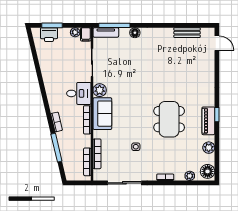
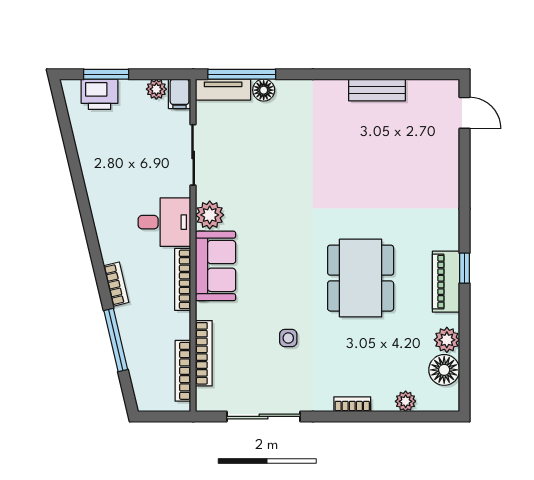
floor lamp: (135, 33) -> (264, 90), moved
bench: (187, 33) -> (377, 90), moved
floor lamp: (208, 171) -> (444, 370), moved

